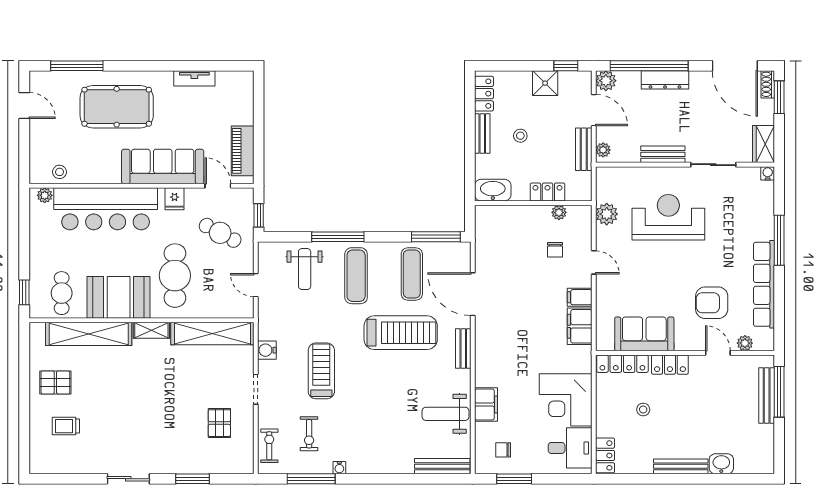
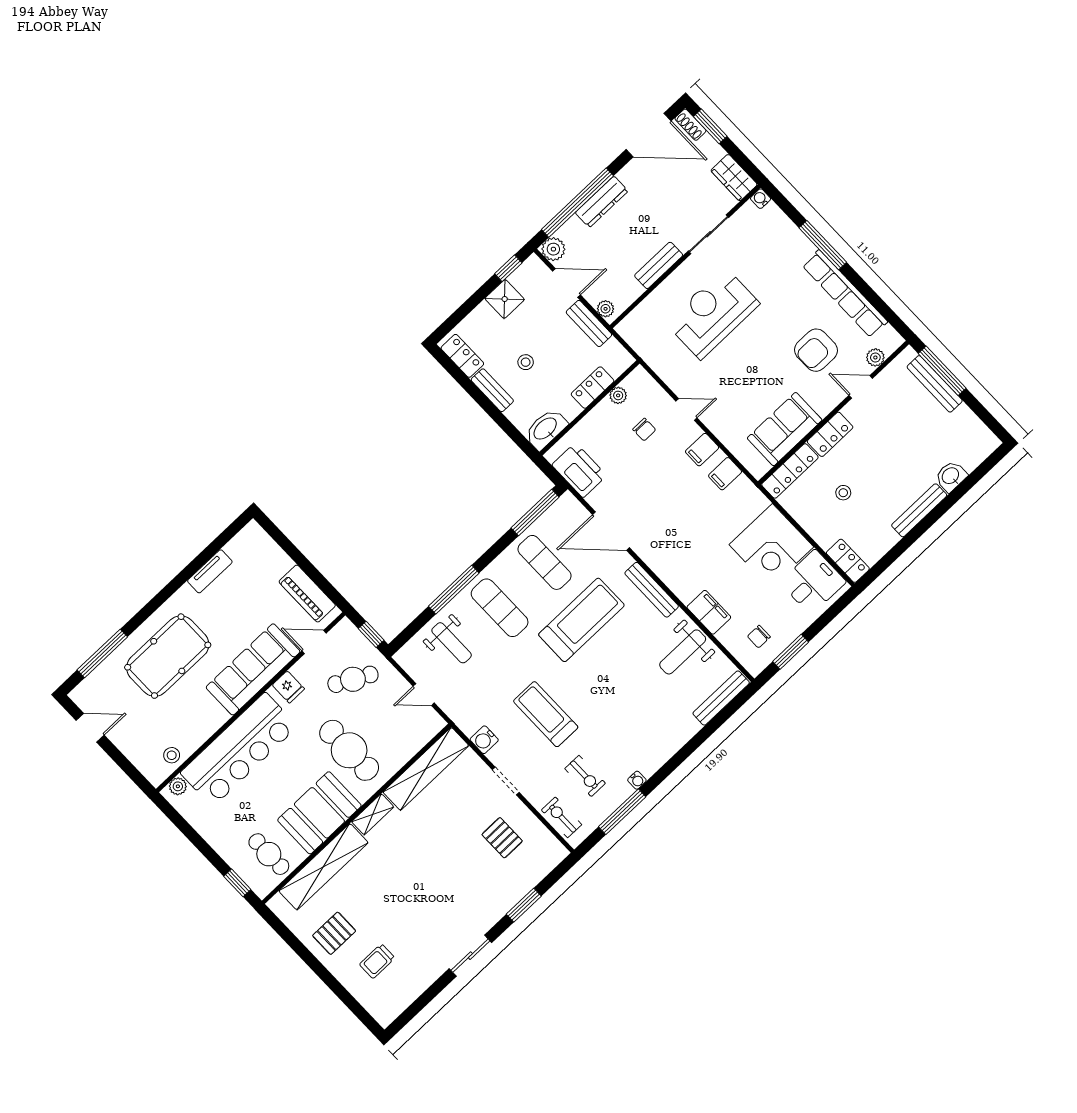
plant: (607, 214) -> (659, 359), removed
printer: (489, 236) -> (579, 470), added
filing cabinet: (580, 326) -> (725, 474), width x0.50
bench: (463, 349) -> (652, 590), width x1.36

